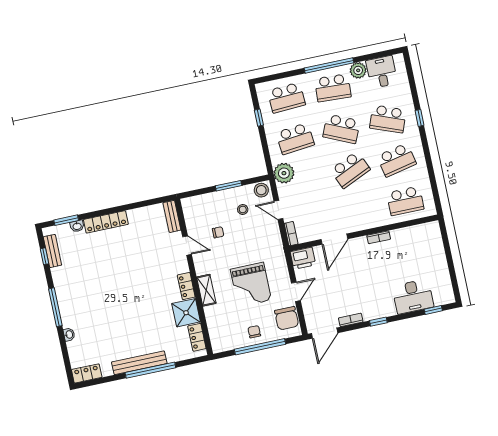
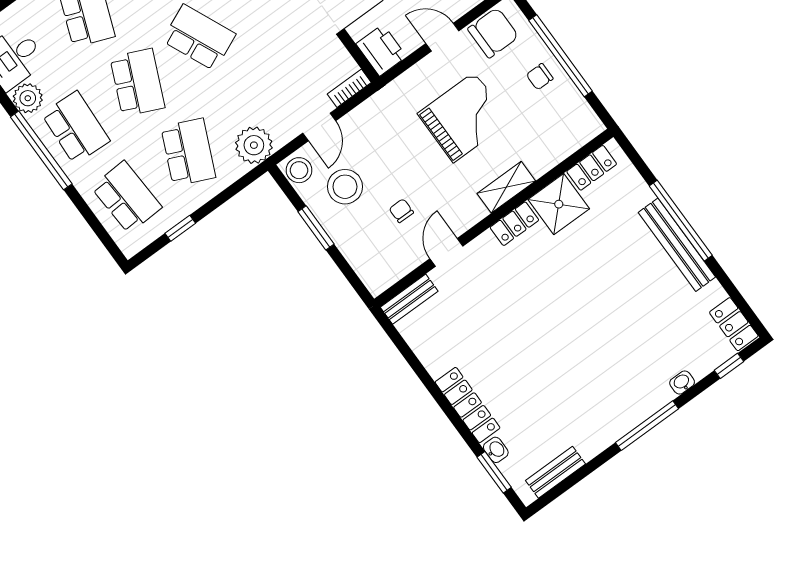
school desk: (295, 139) -> (188, 152), turned 30
stool: (243, 209) -> (345, 187), width x1.89, depth x1.89
window: (44, 256) -> (729, 366), moved

